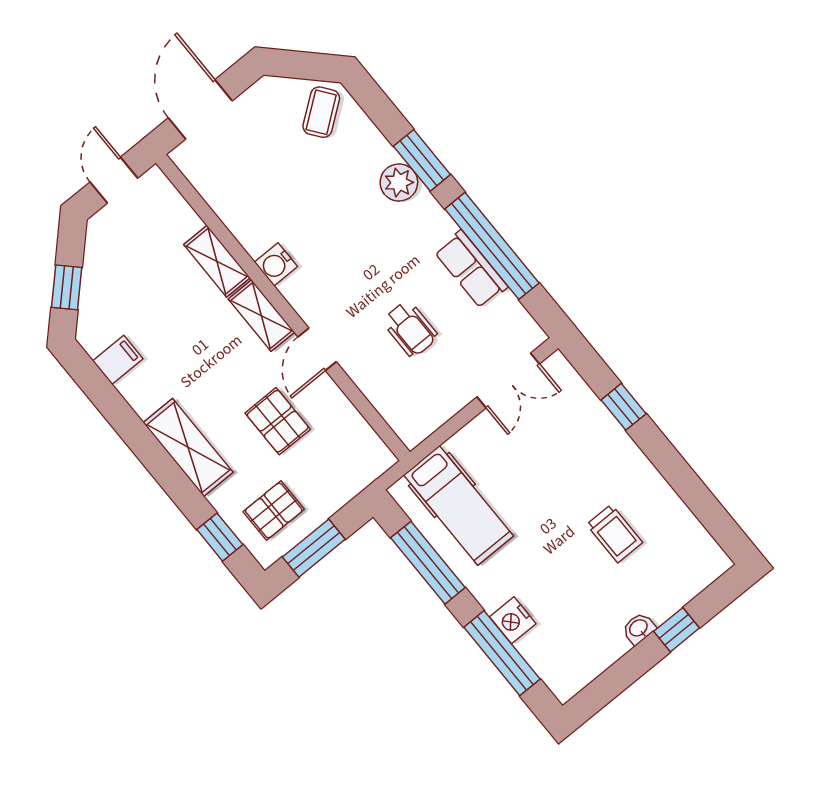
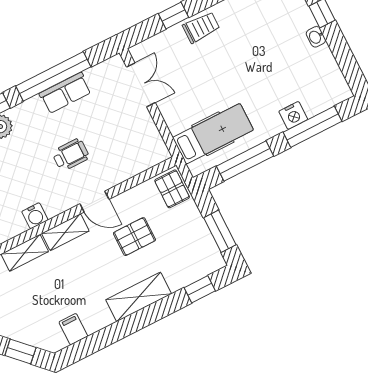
wheelchair: (410, 329) -> (71, 155), moved
pallet: (274, 510) -> (172, 189), moved
trolley: (615, 534) -> (201, 27), moved

